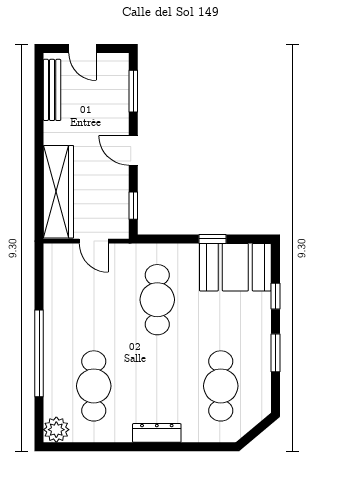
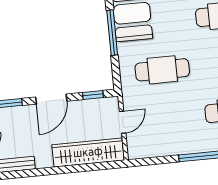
door: (133, 150) -> (51, 99), width x1.38
window: (212, 239) -> (112, 33), width x2.17

